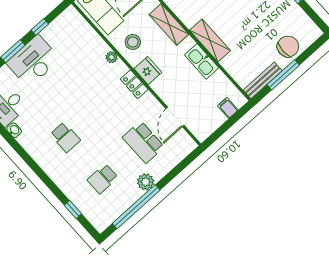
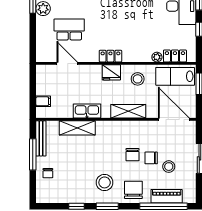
locker: (83, 27) -> (175, 56), added
shelving: (210, 40) -> (77, 128), moved
chair: (288, 47) -> (48, 173), width x0.54, depth x0.54
plant: (112, 57) -> (157, 57), moved

